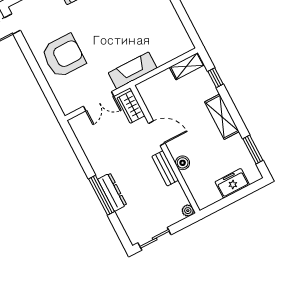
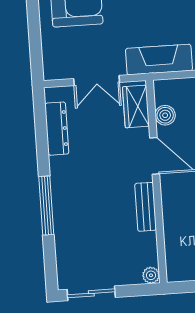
boiler: (183, 163) -> (165, 115), moved
dresser: (112, 192) -> (57, 129), moved

